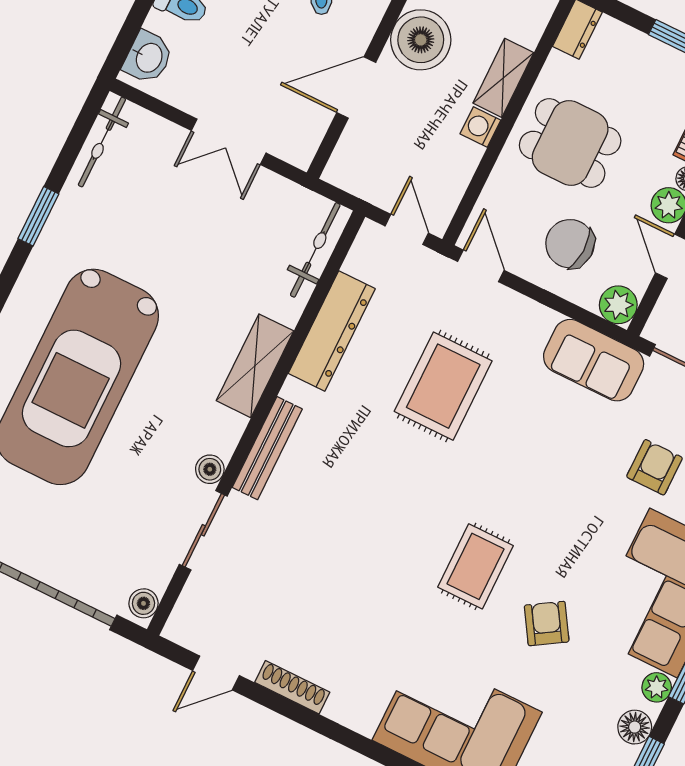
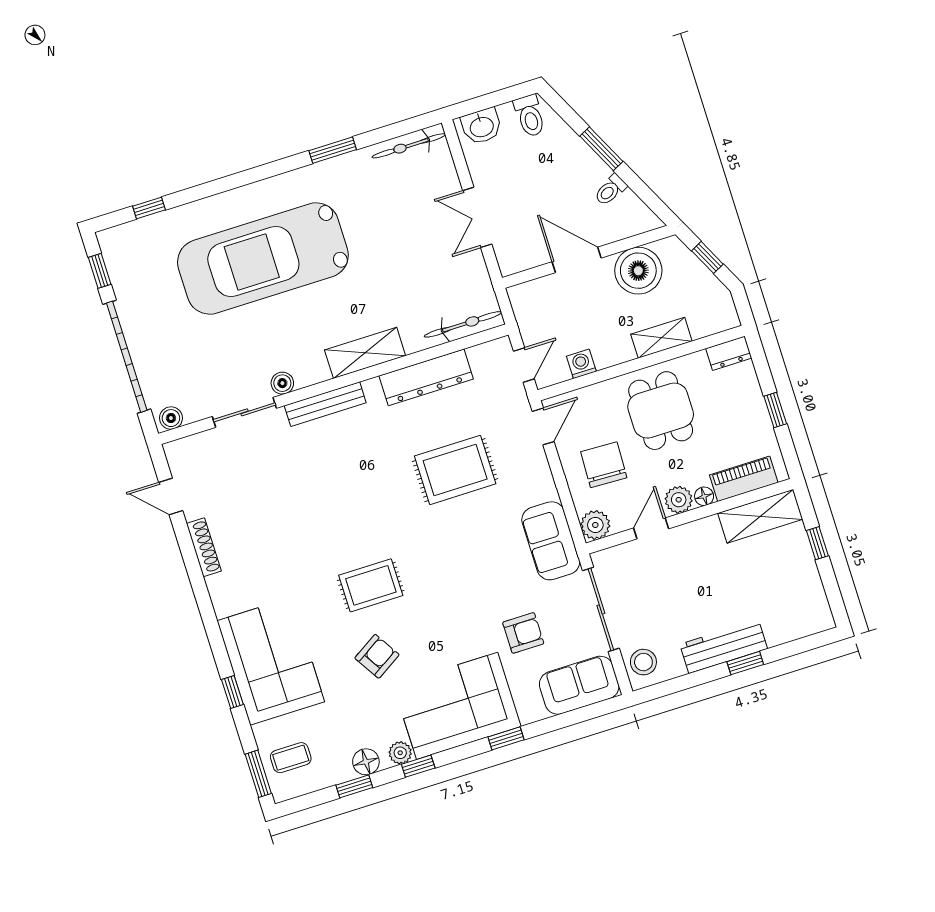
washing machine: (480, 127) -> (581, 364), moved

